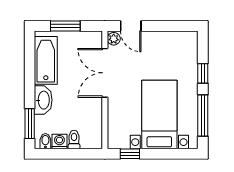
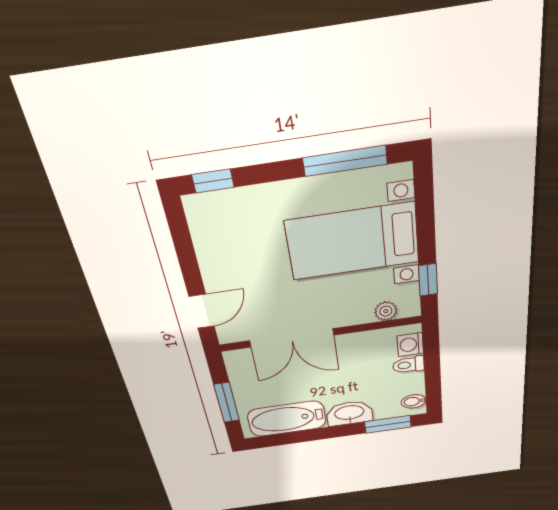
plant: (114, 39) -> (386, 311), moved
window: (203, 73) -> (213, 181), moved
washing machine: (59, 142) -> (410, 344), moved

